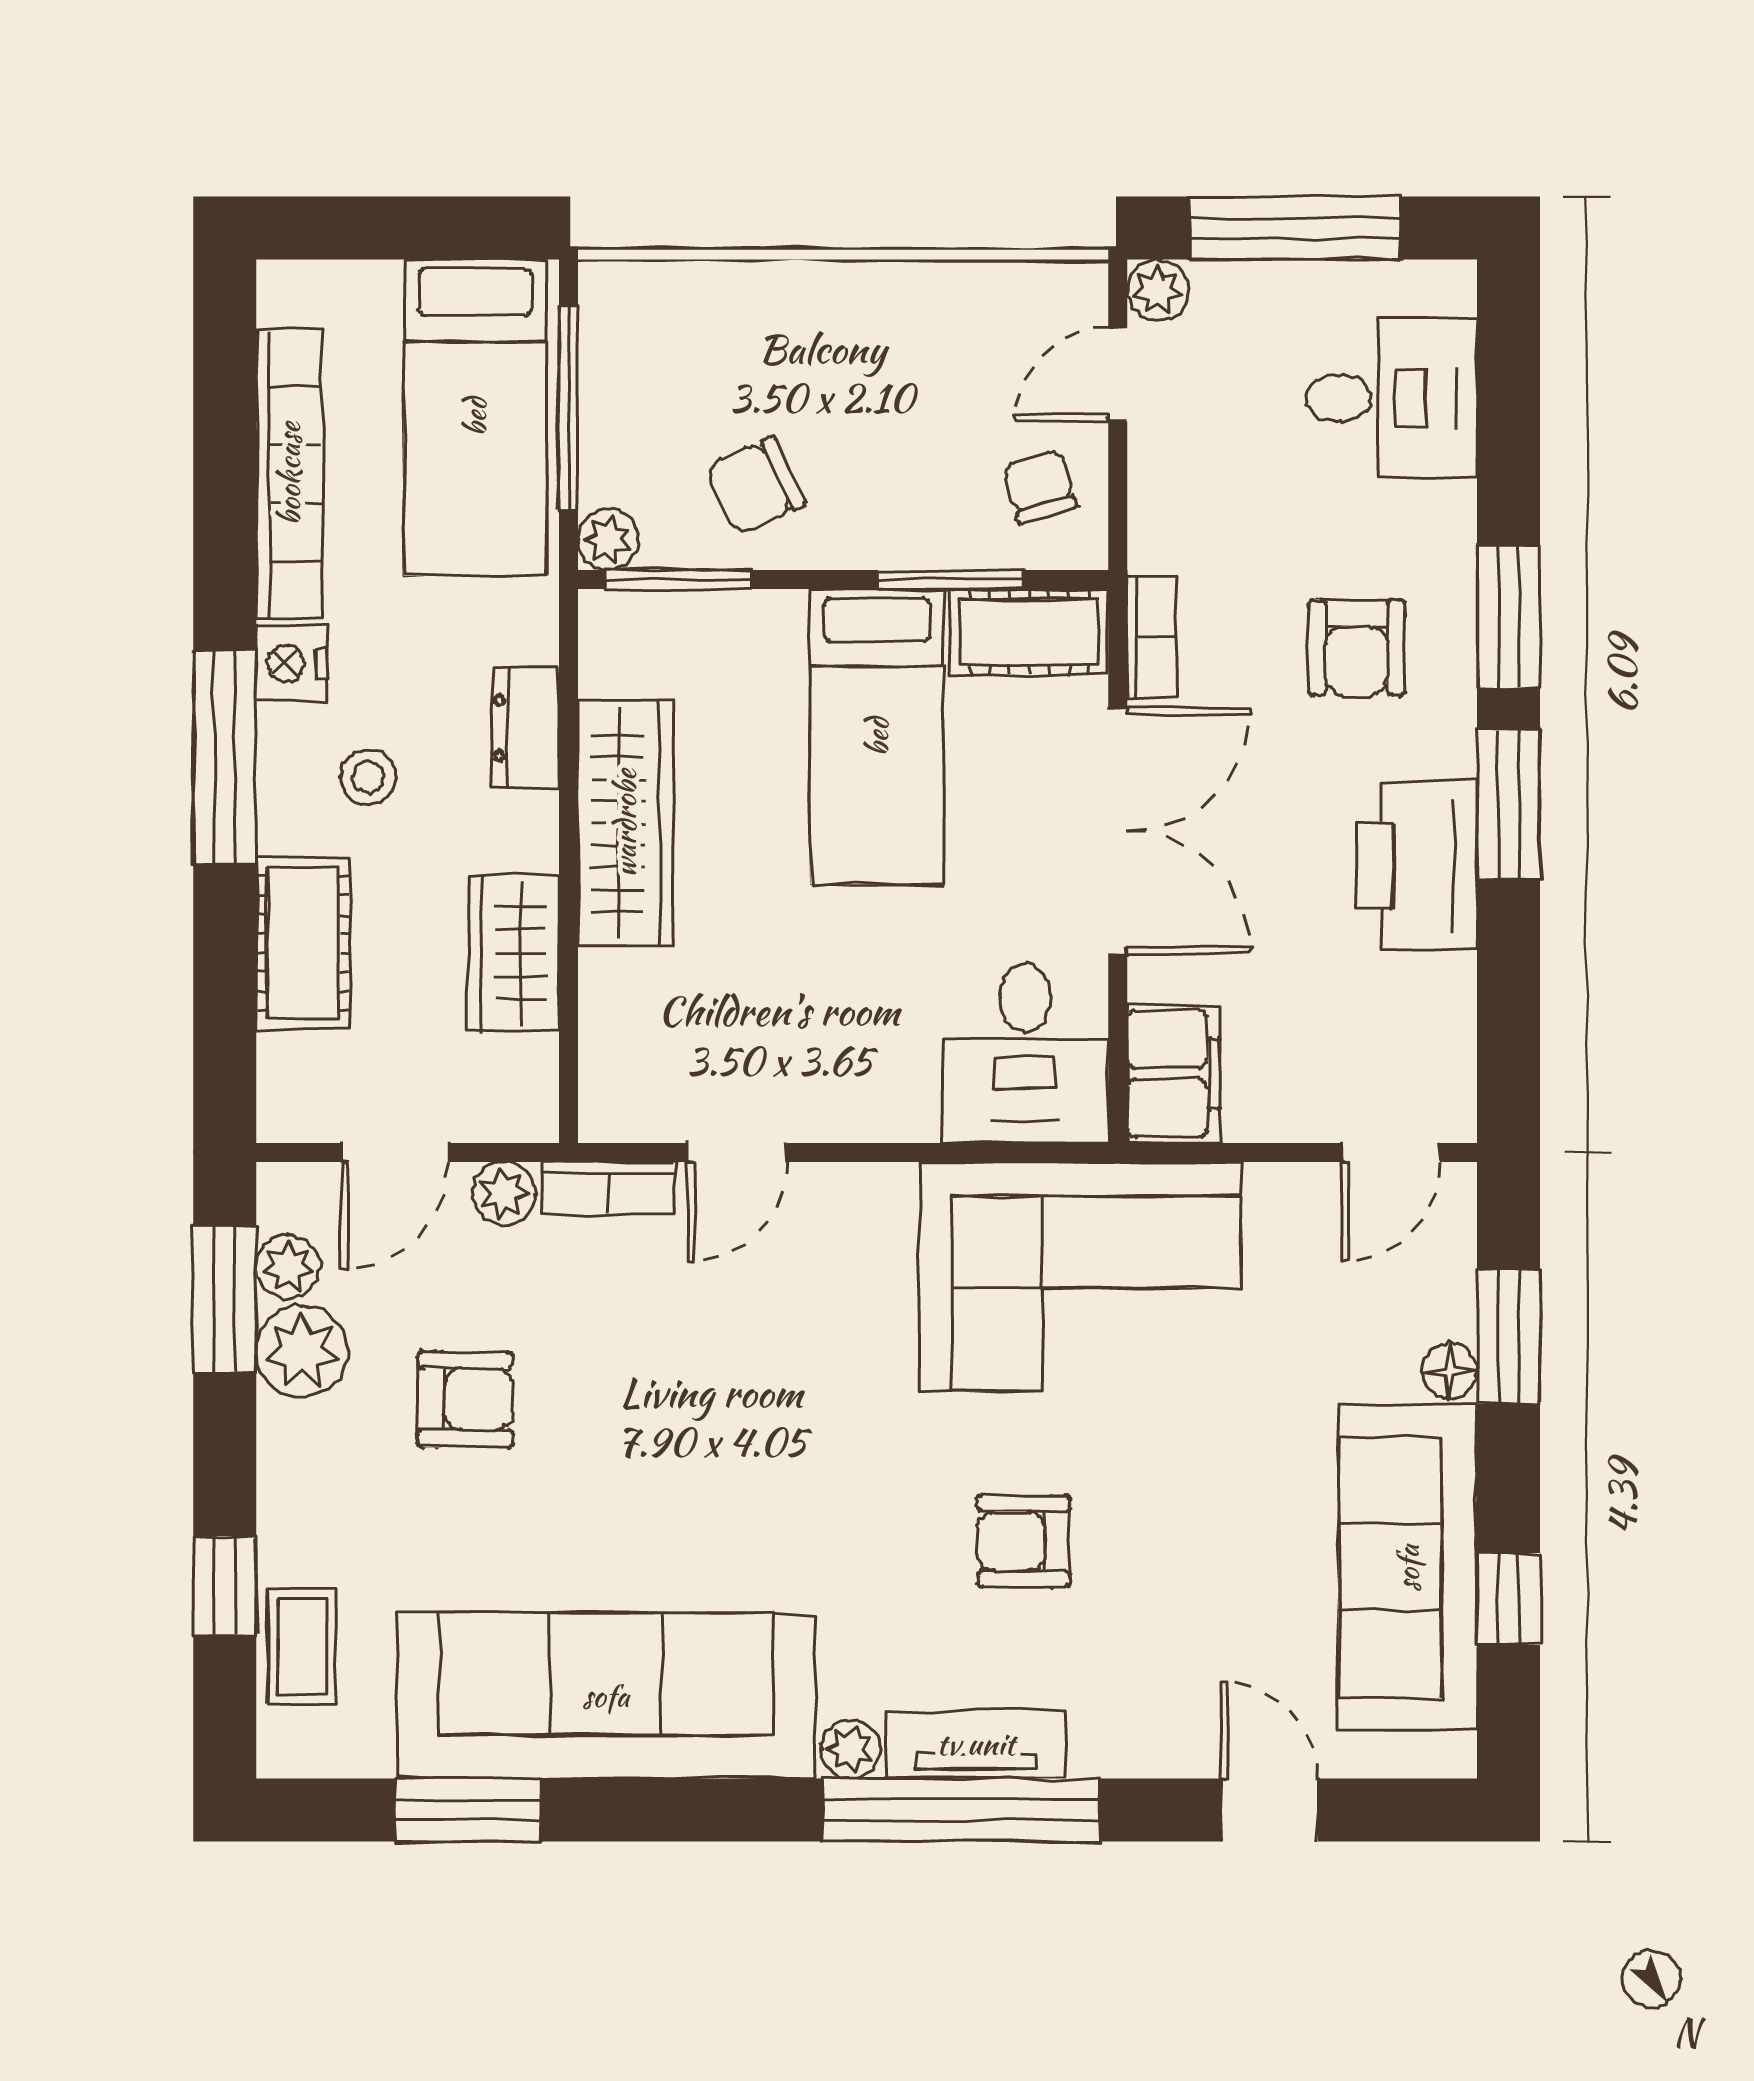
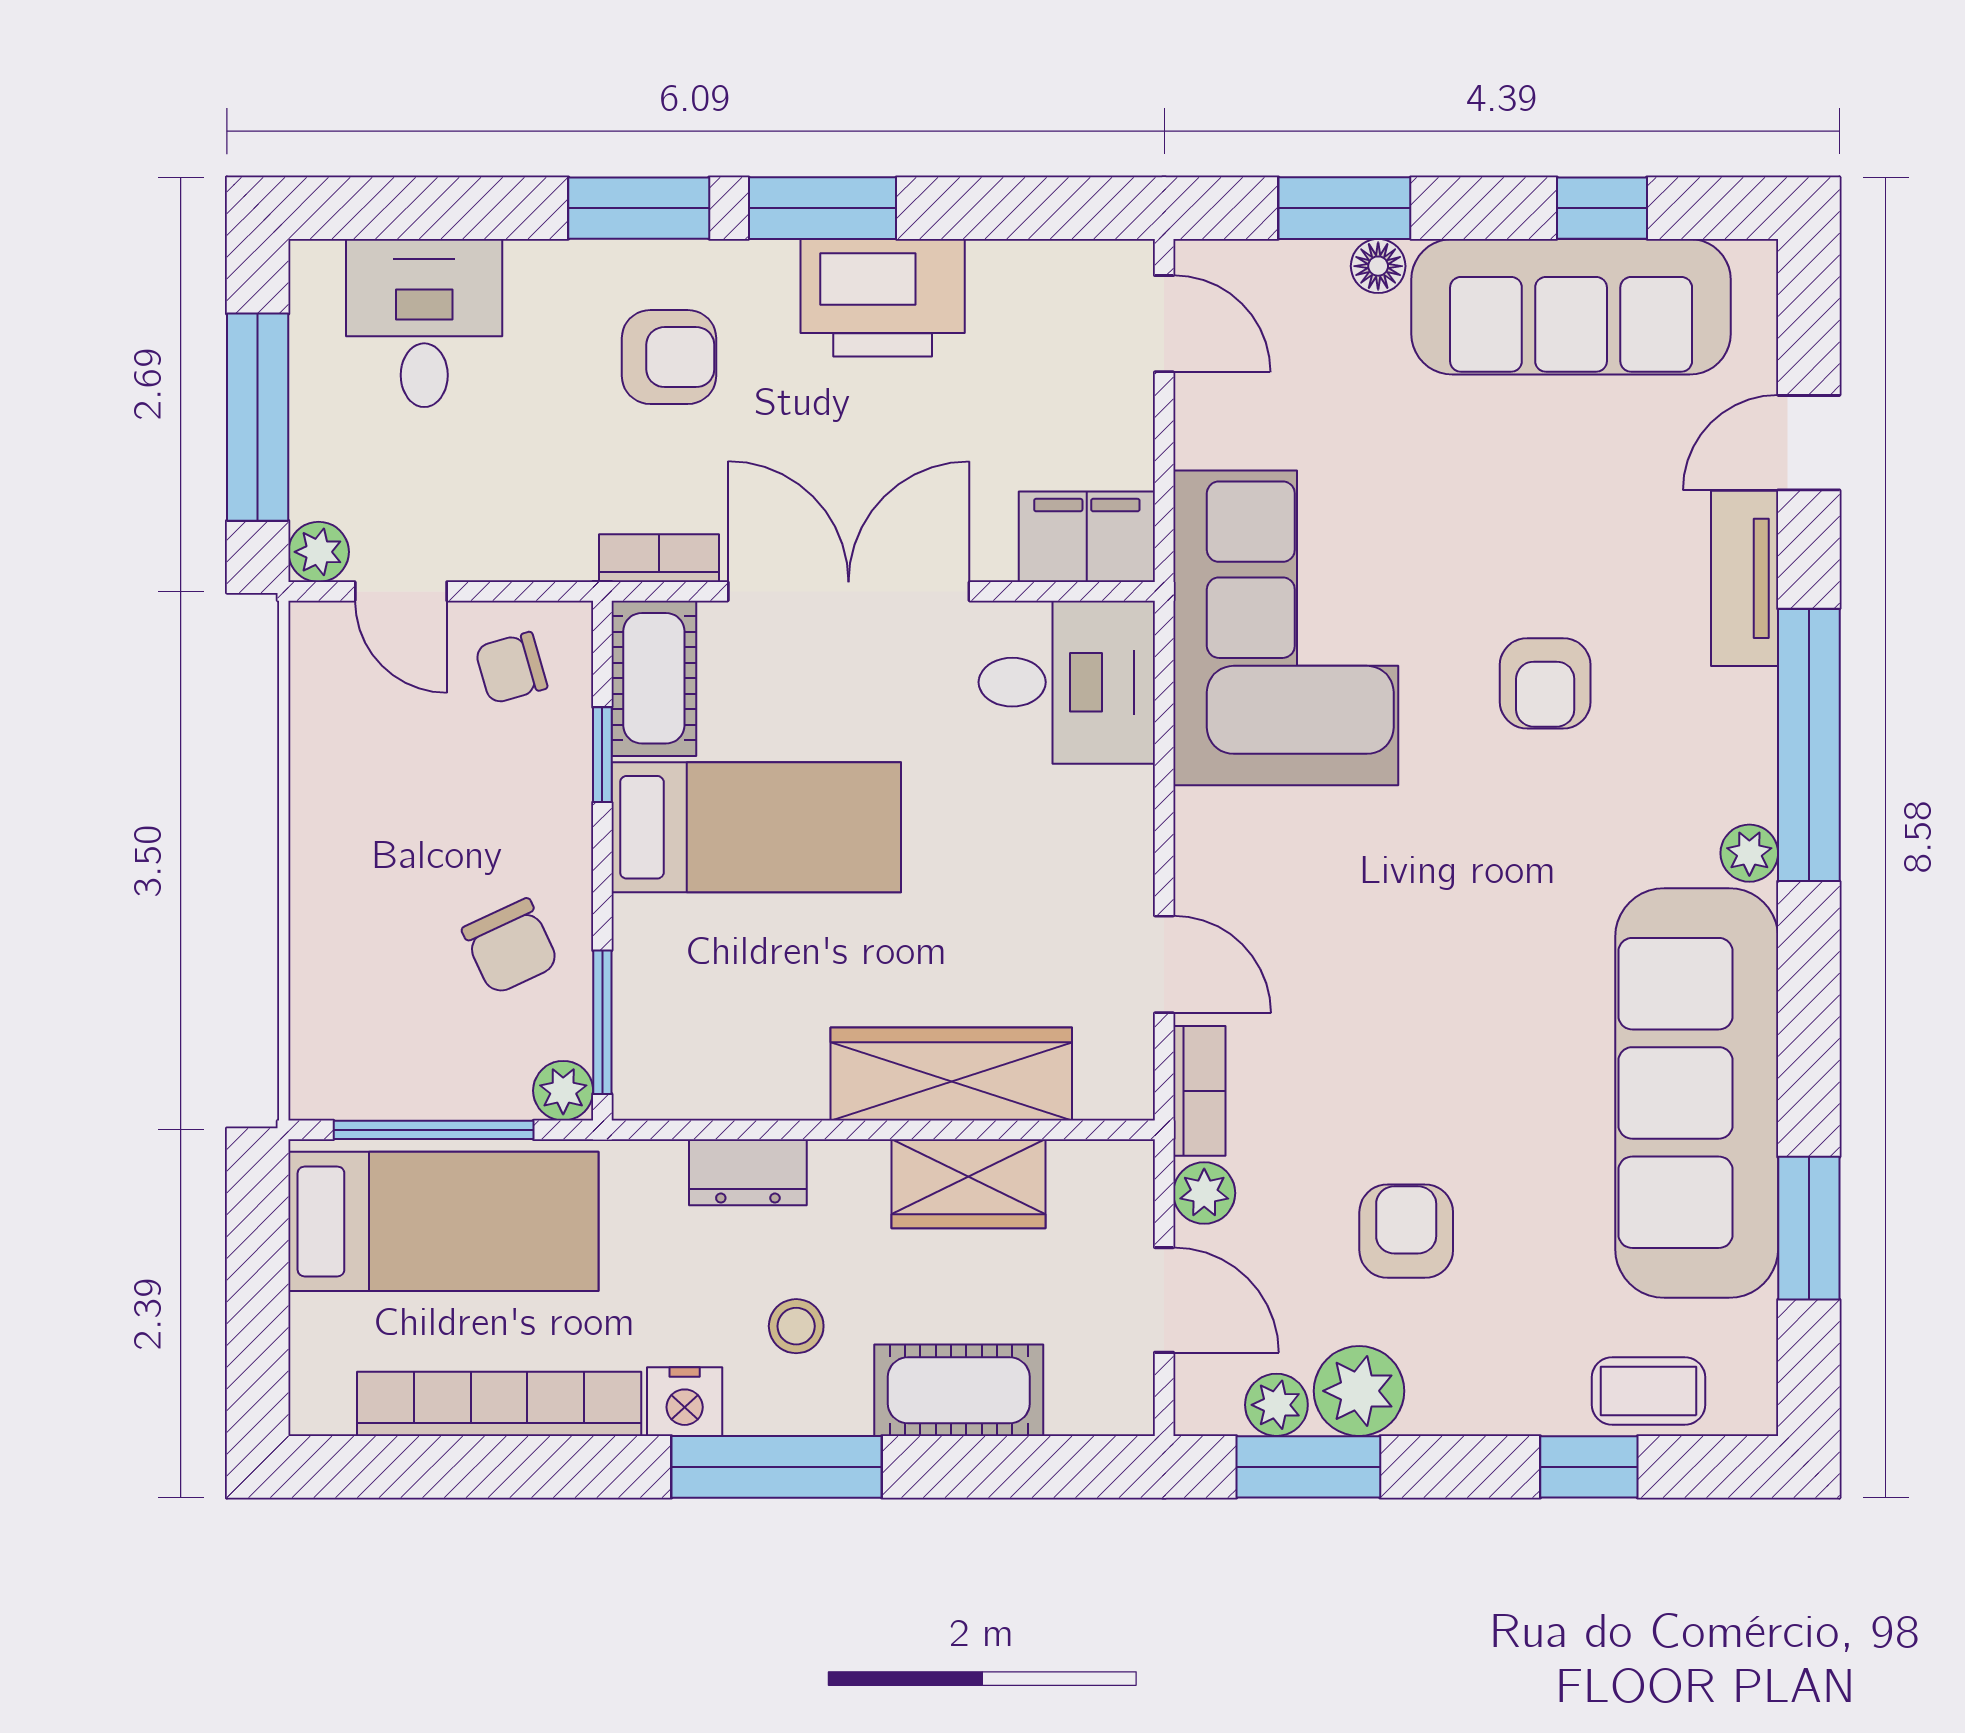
window: (951, 580) -> (602, 755), width x0.67
wardrobe: (625, 823) -> (951, 1074), moved
tv unit: (976, 1744) -> (1745, 578), moved

